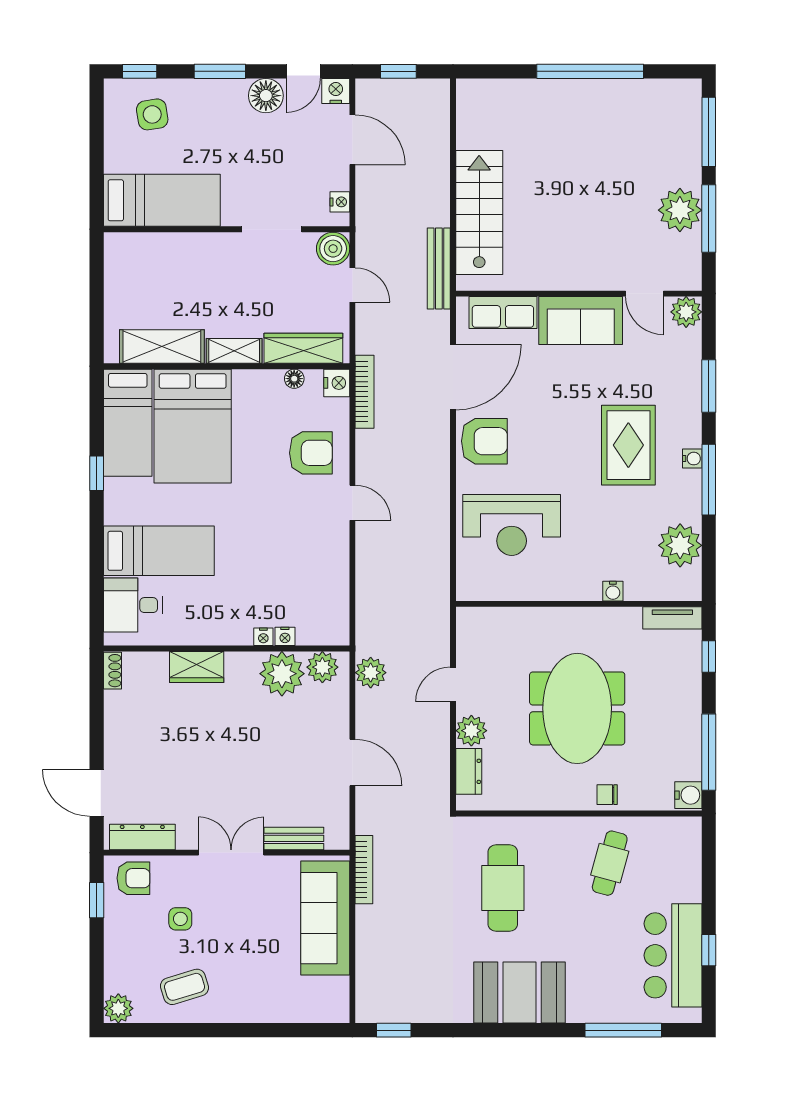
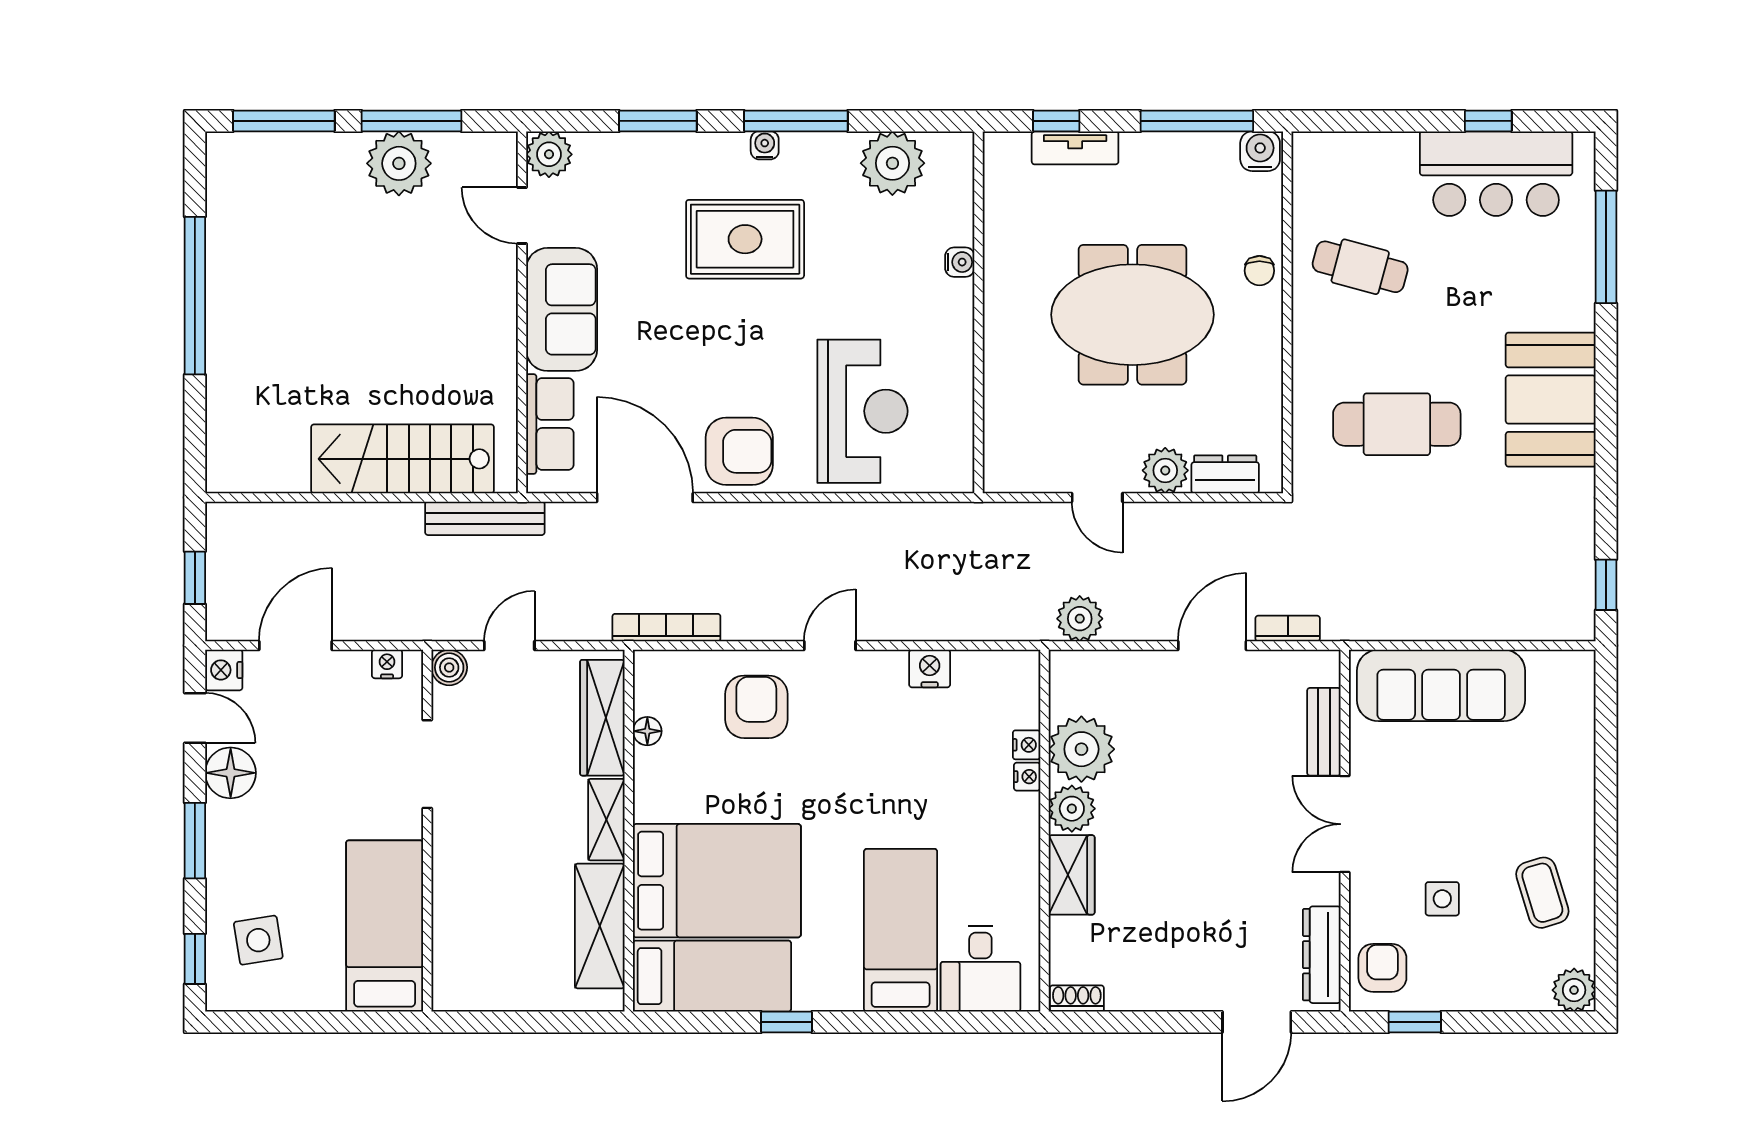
boiler: (333, 249) -> (449, 667), width x0.73, depth x0.73
door: (645, 294) -> (522, 215), swing flipped
nightstand: (337, 383) -> (930, 668), moved
armchair: (484, 441) -> (739, 451), turned 90
tv unit: (672, 618) -> (1075, 148), moved, turned 90
plant: (322, 667) -> (1072, 809), moved
bookcase: (364, 870) -> (1288, 629), moved, width x0.64

